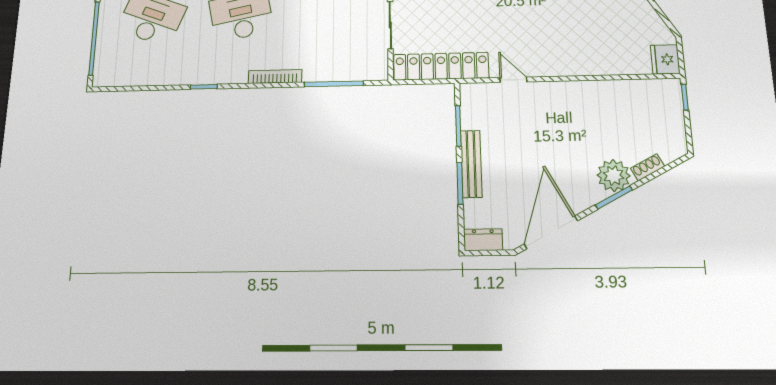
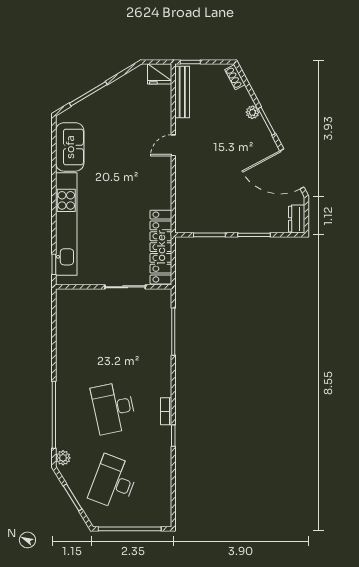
bookcase: (275, 77) -> (166, 411), moved, width x0.64
door: (513, 80) -> (173, 145), moved
bench: (471, 164) -> (182, 92), moved, turned 90
shoe rack: (648, 167) -> (235, 77), moved
plant: (614, 176) -> (252, 112), width x0.53, depth x0.53

